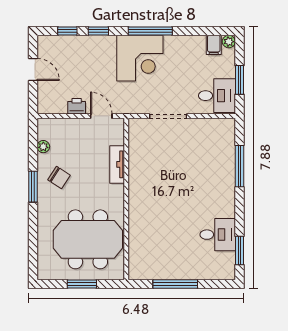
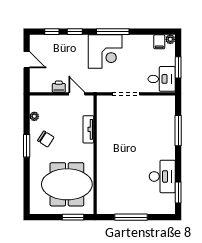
desk: (218, 235) -> (162, 176), width x1.37
window: (82, 284) -> (73, 217), moved

